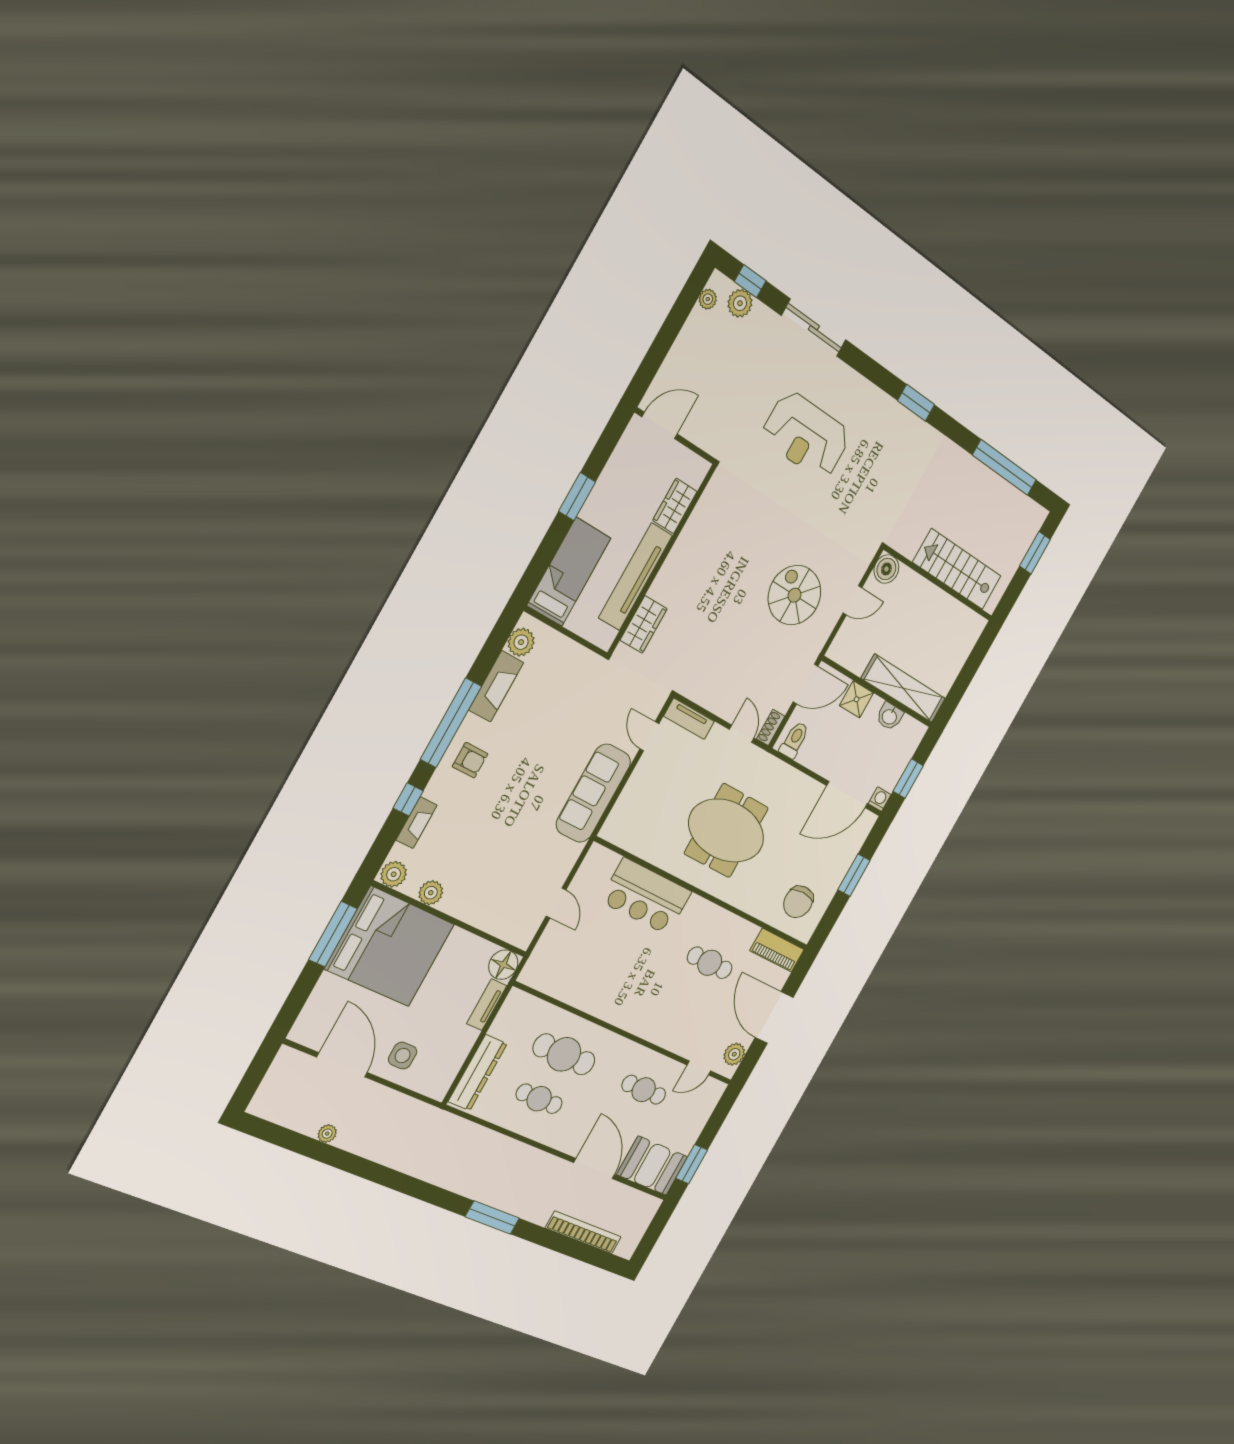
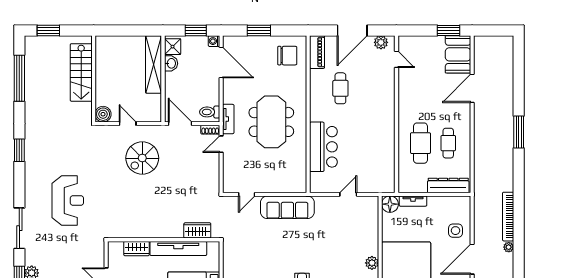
shower: (857, 699) -> (173, 47), moved
tv unit: (689, 719) -> (228, 119), moved
cafe table: (644, 1090) -> (420, 85), removed
bookcase: (583, 1232) -> (508, 217), moved

